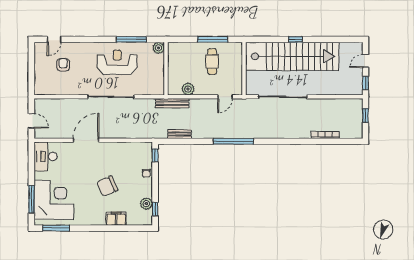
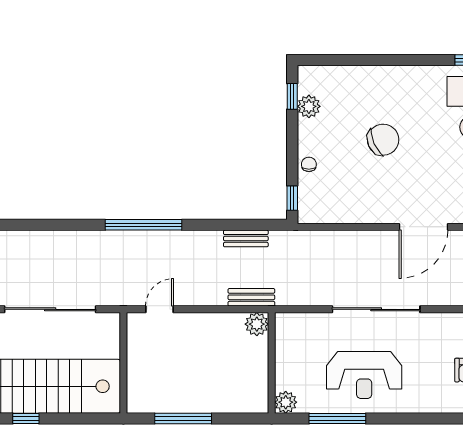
cafe table: (212, 61) -> (184, 376), removed
plant: (188, 89) -> (257, 324), moved
bench: (172, 103) -> (251, 297), width x0.73
filing cabinet: (116, 219) -> (366, 78), removed

